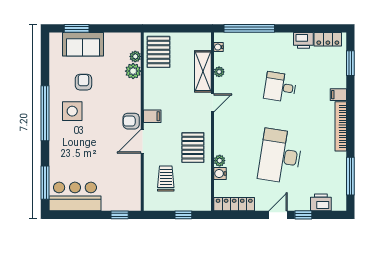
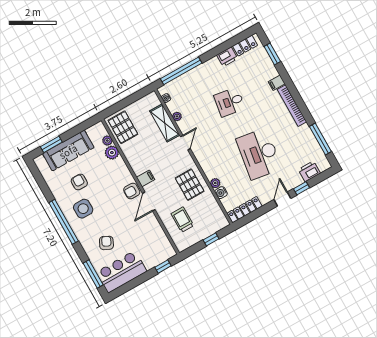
sofa: (83, 44) -> (68, 151), width x1.36
armchair: (76, 159) -> (106, 243), added

